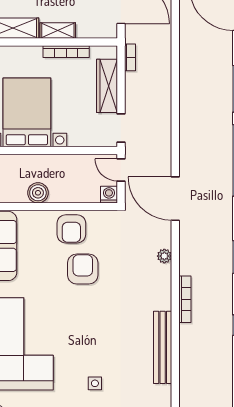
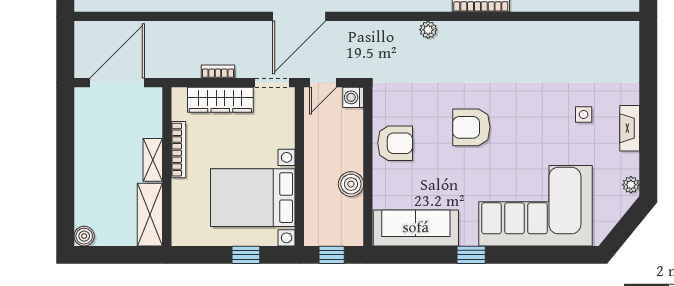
bookcase: (130, 57) -> (218, 72), moved
door: (175, 199) -> (299, 16), moved
armchair: (83, 269) -> (471, 127), moved
bench: (163, 347) -> (540, 32), removed

